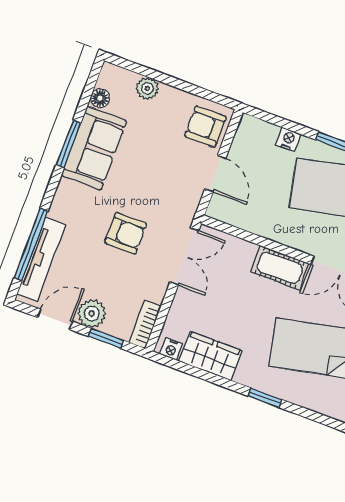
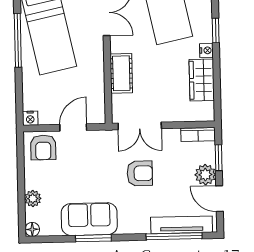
floor lamp: (100, 98) -> (32, 229), moved
nightstand: (288, 139) -> (30, 118), moved, turned -90
armchair: (126, 233) -> (140, 173), turned 90
double door: (184, 256) -> (140, 126), swing flipped
cot: (280, 268) -> (121, 73), moved
nightstand: (171, 349) -> (206, 50), moved

